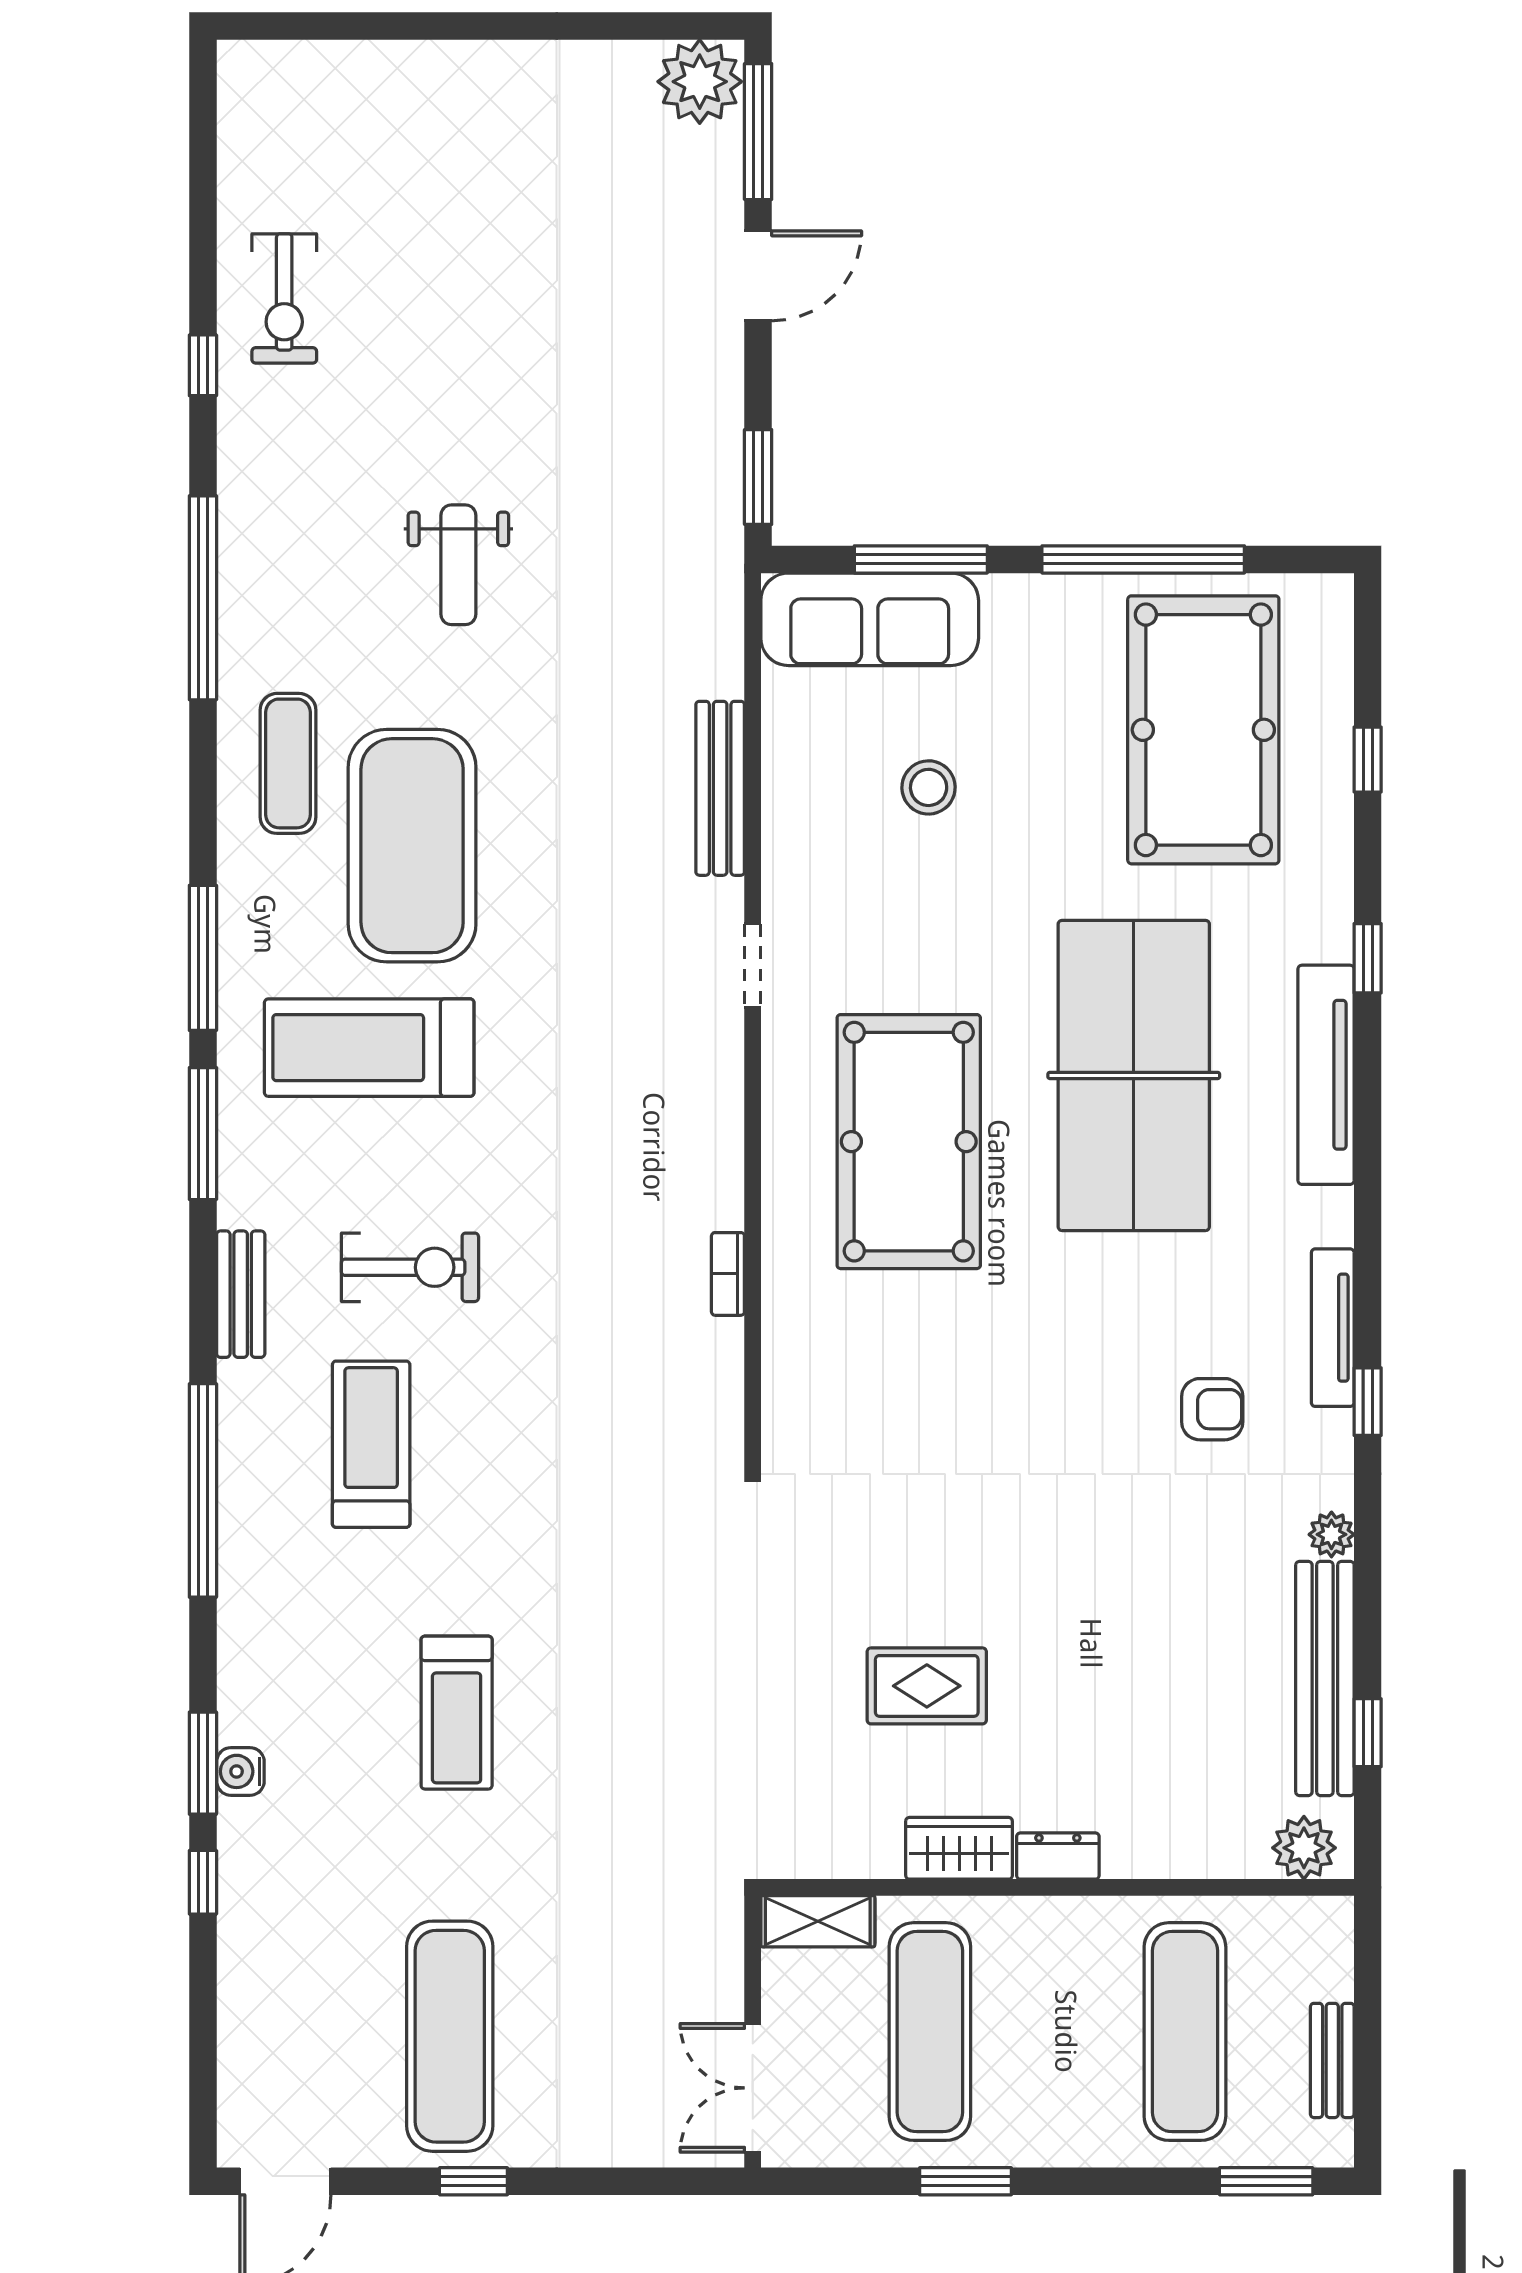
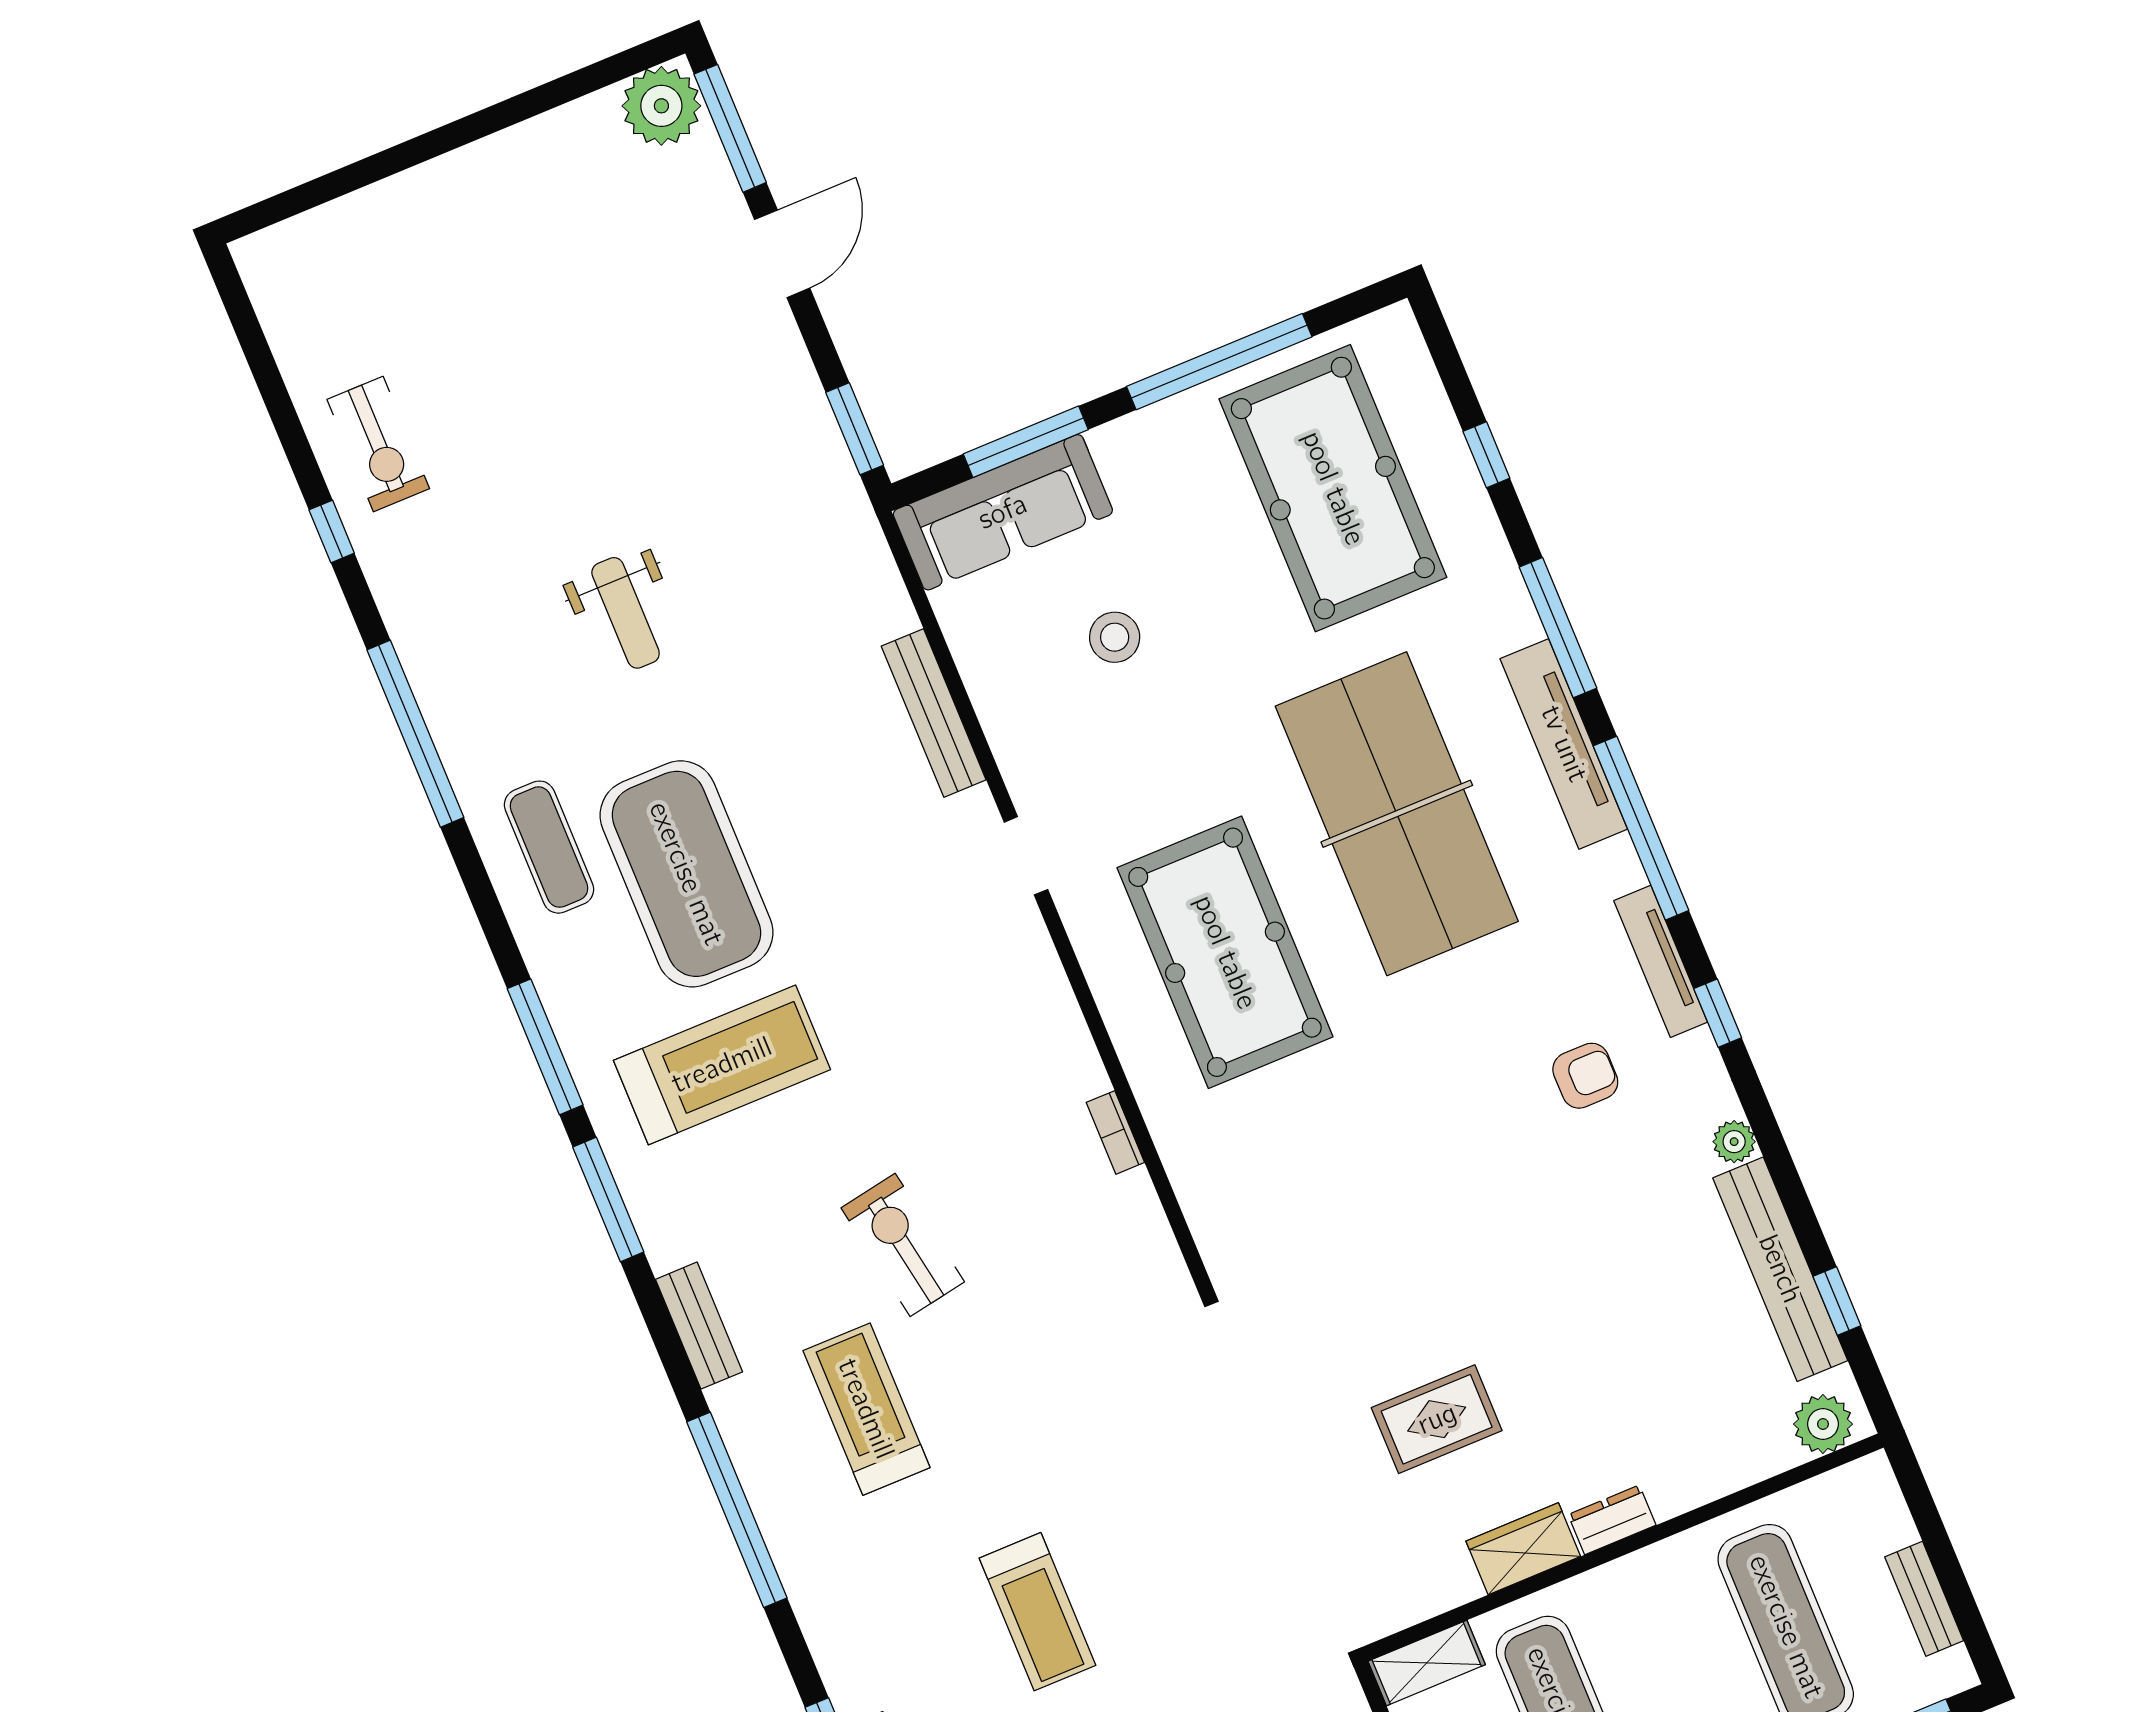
window: (1368, 958) -> (1558, 628), width x2.17
treadmill: (369, 1048) -> (722, 1065), turned 180
window: (1368, 1189) -> (1641, 828), added
exercise bike: (410, 1267) -> (903, 1245), moved, turned -100

